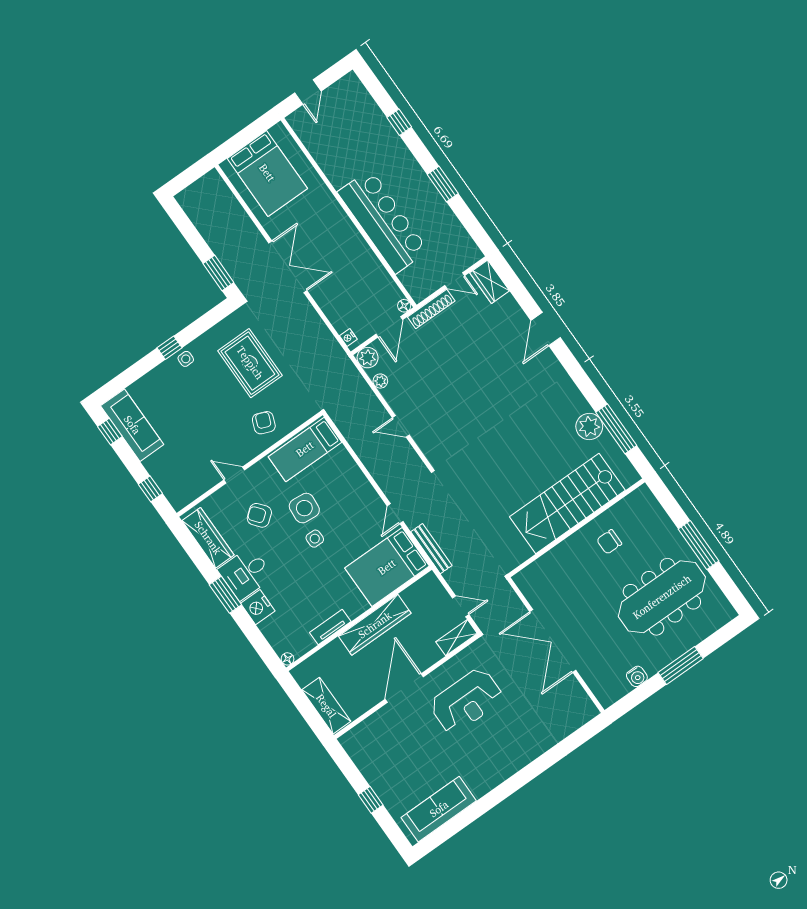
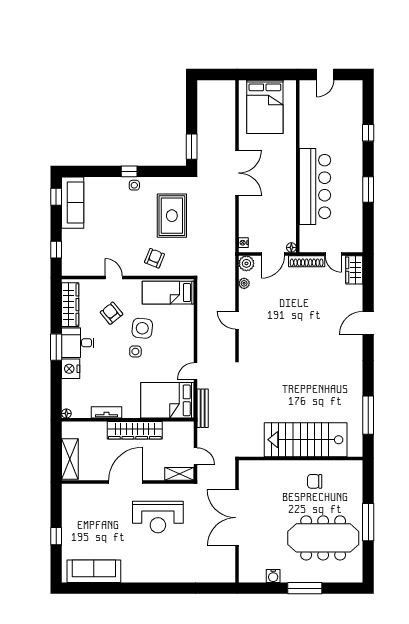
plant: (589, 426) -> (353, 402), removed

